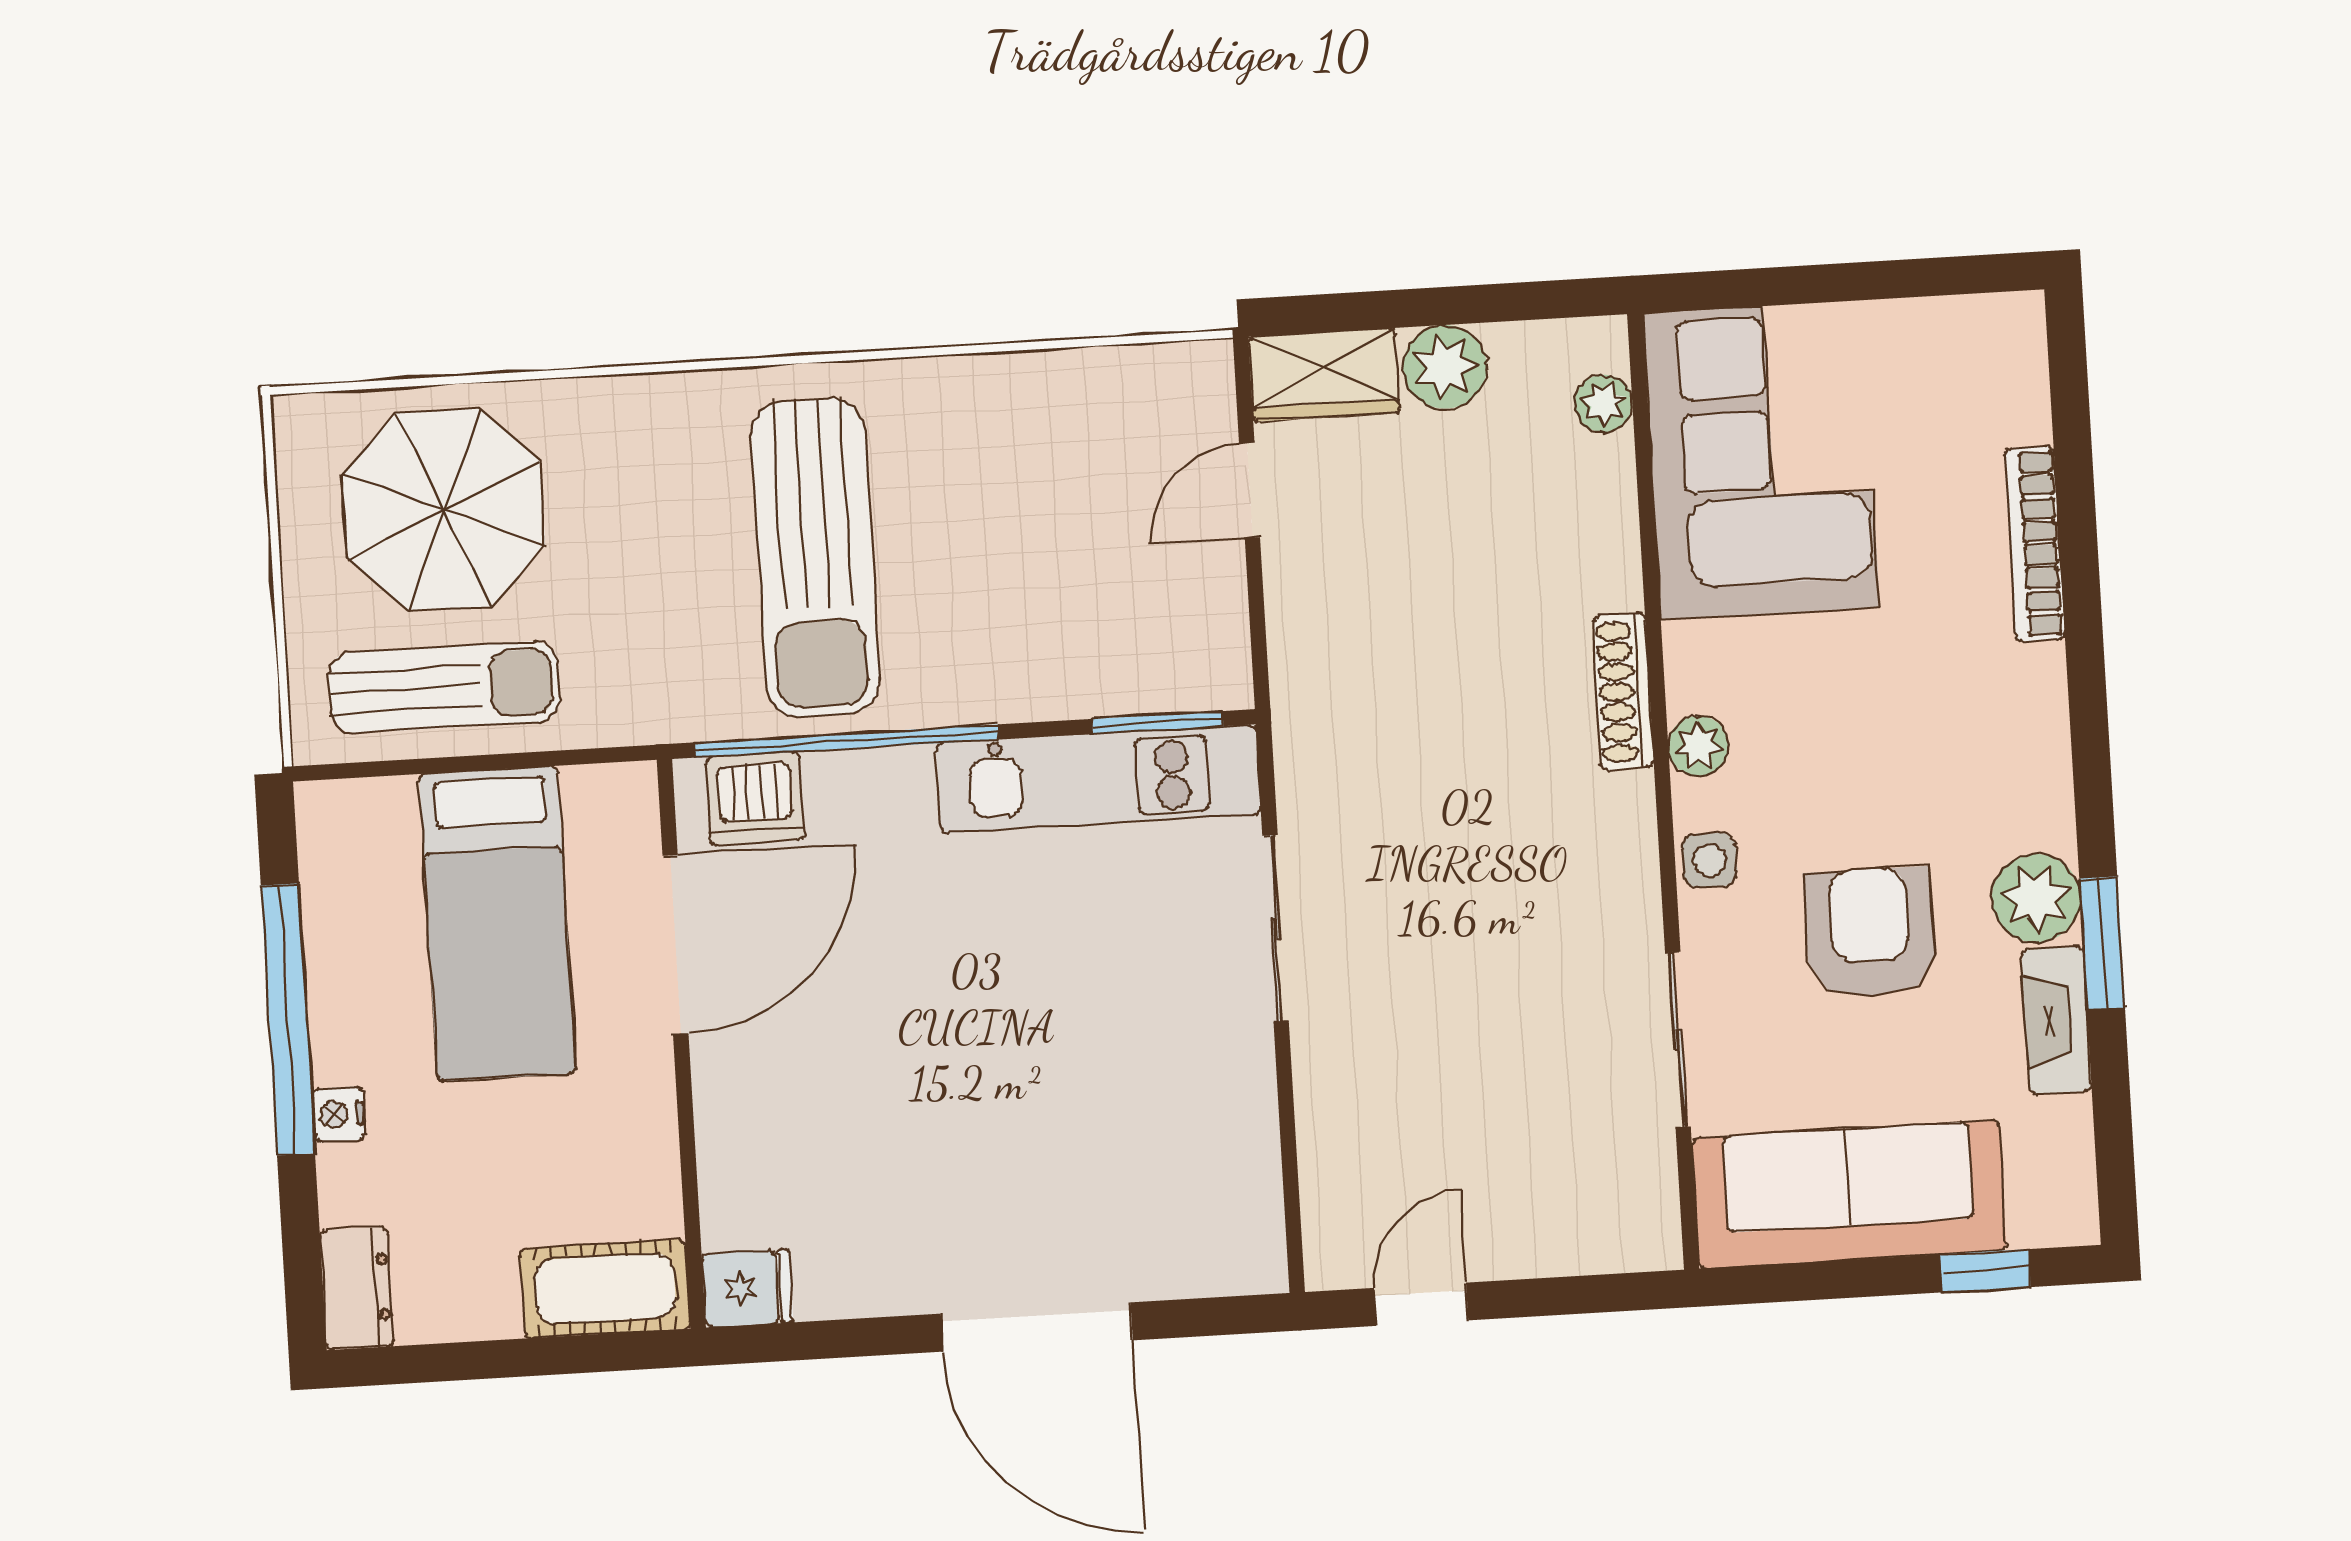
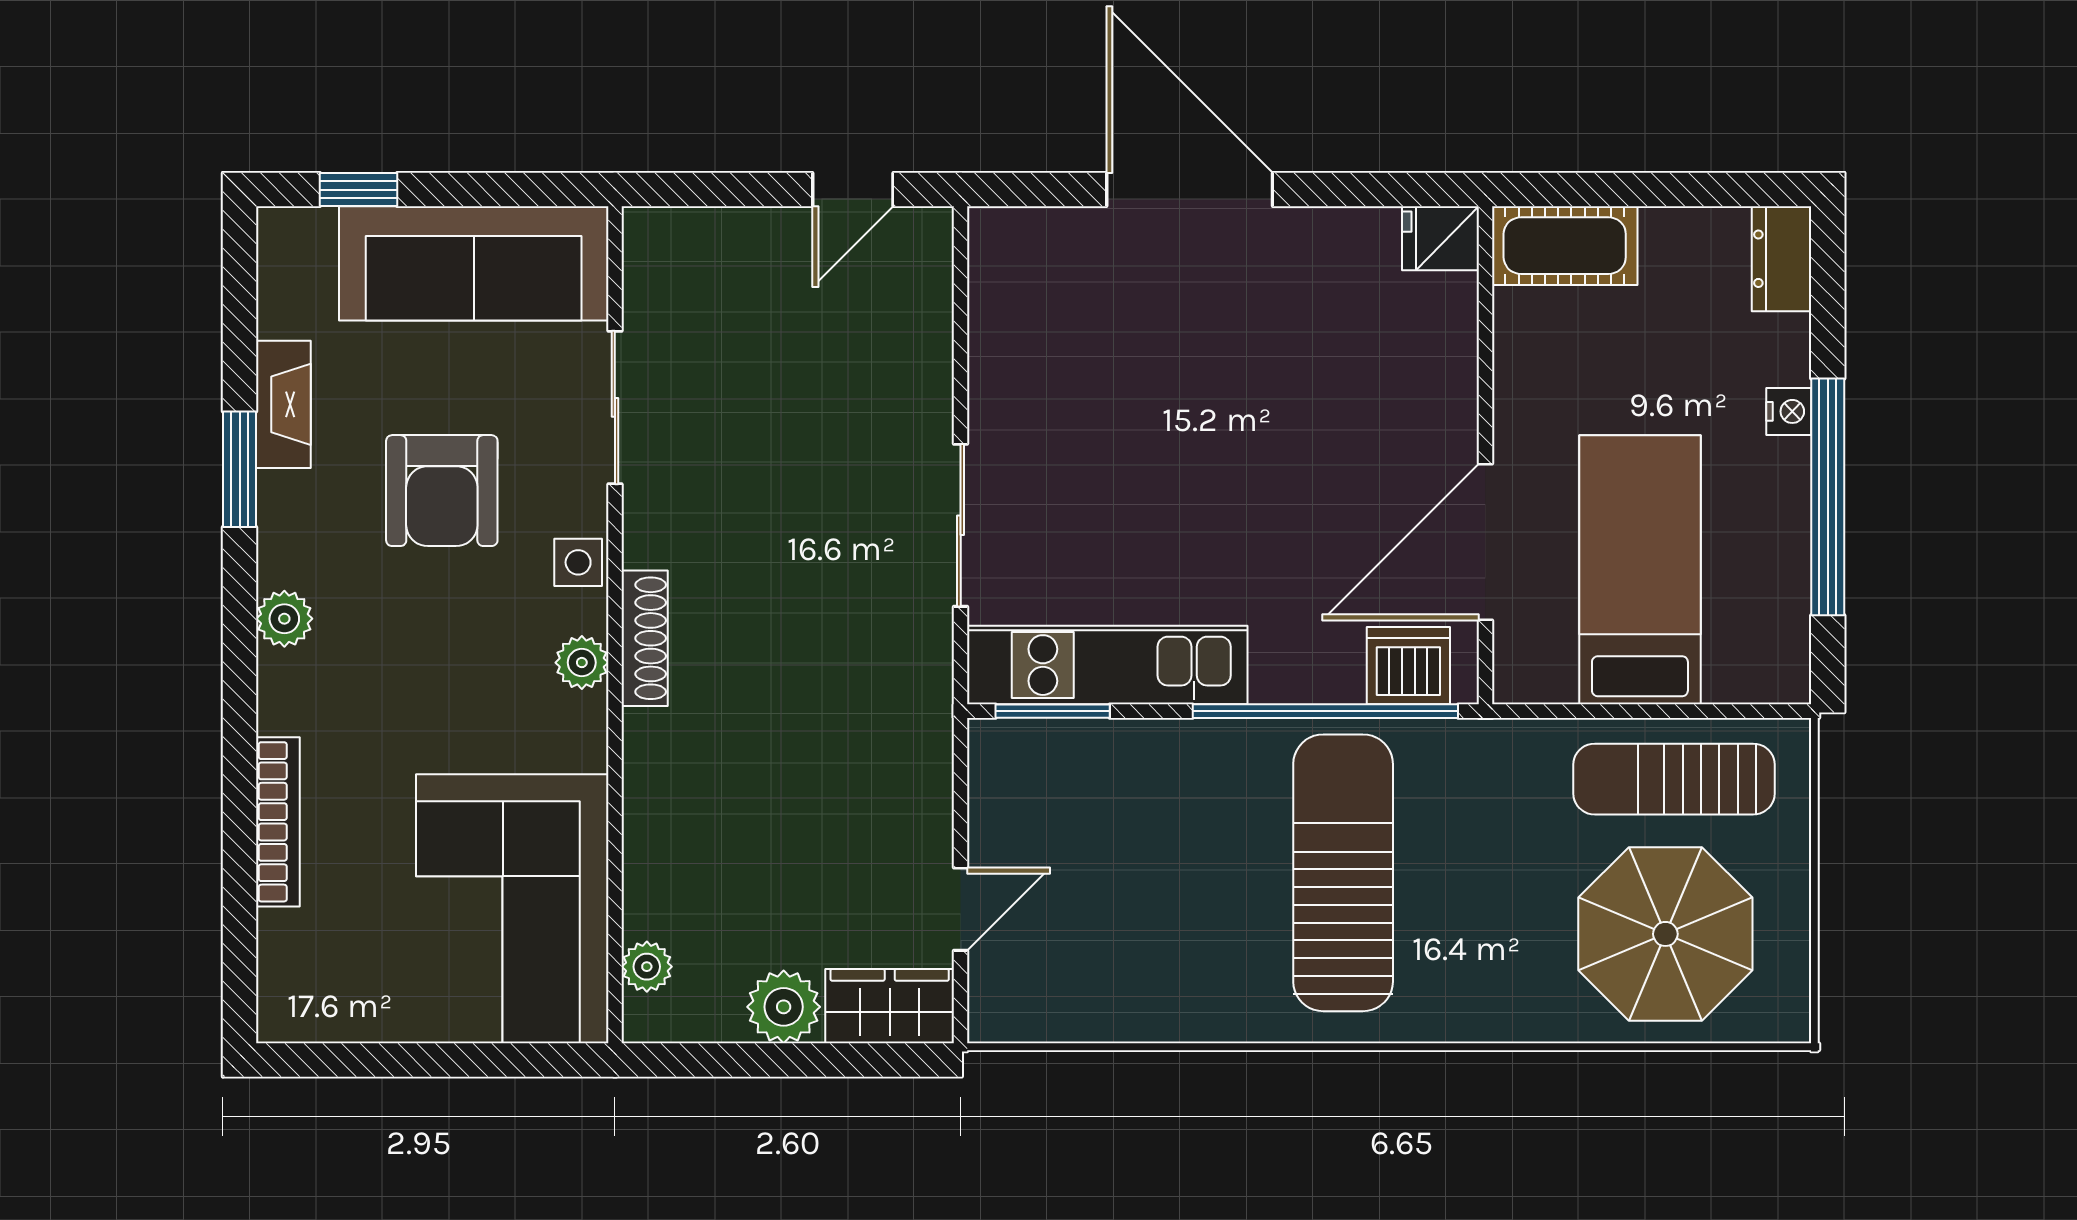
shoe rack: (1623, 692) -> (645, 638), moved
plant: (2036, 898) -> (284, 619), moved, width x0.73, depth x0.73

